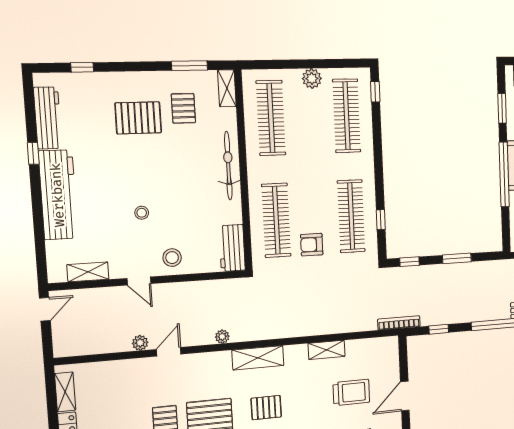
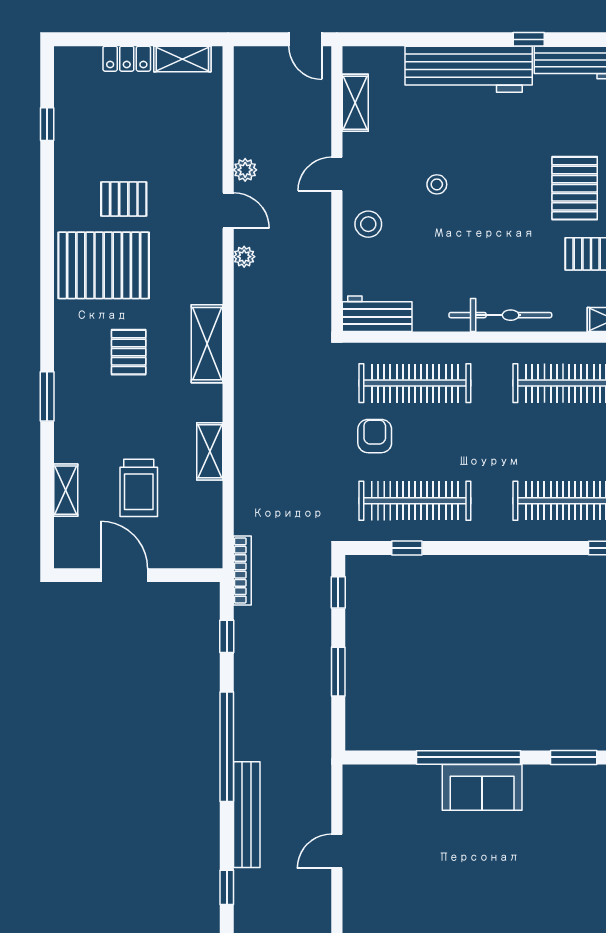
plant: (222, 337) -> (244, 257), moved

